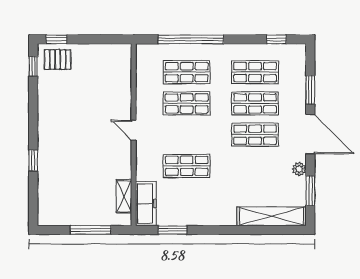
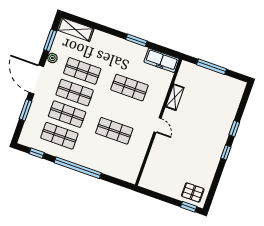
window: (191, 39) -> (78, 168), moved
window: (33, 66) -> (226, 152), moved
shop shelf: (187, 72) -> (82, 71), moved
shelving: (124, 196) -> (175, 97), moved
freezer: (146, 204) -> (162, 60), moved, turned -90
shelving: (272, 216) -> (75, 29), width x0.68
window: (173, 230) -> (136, 40), moved

